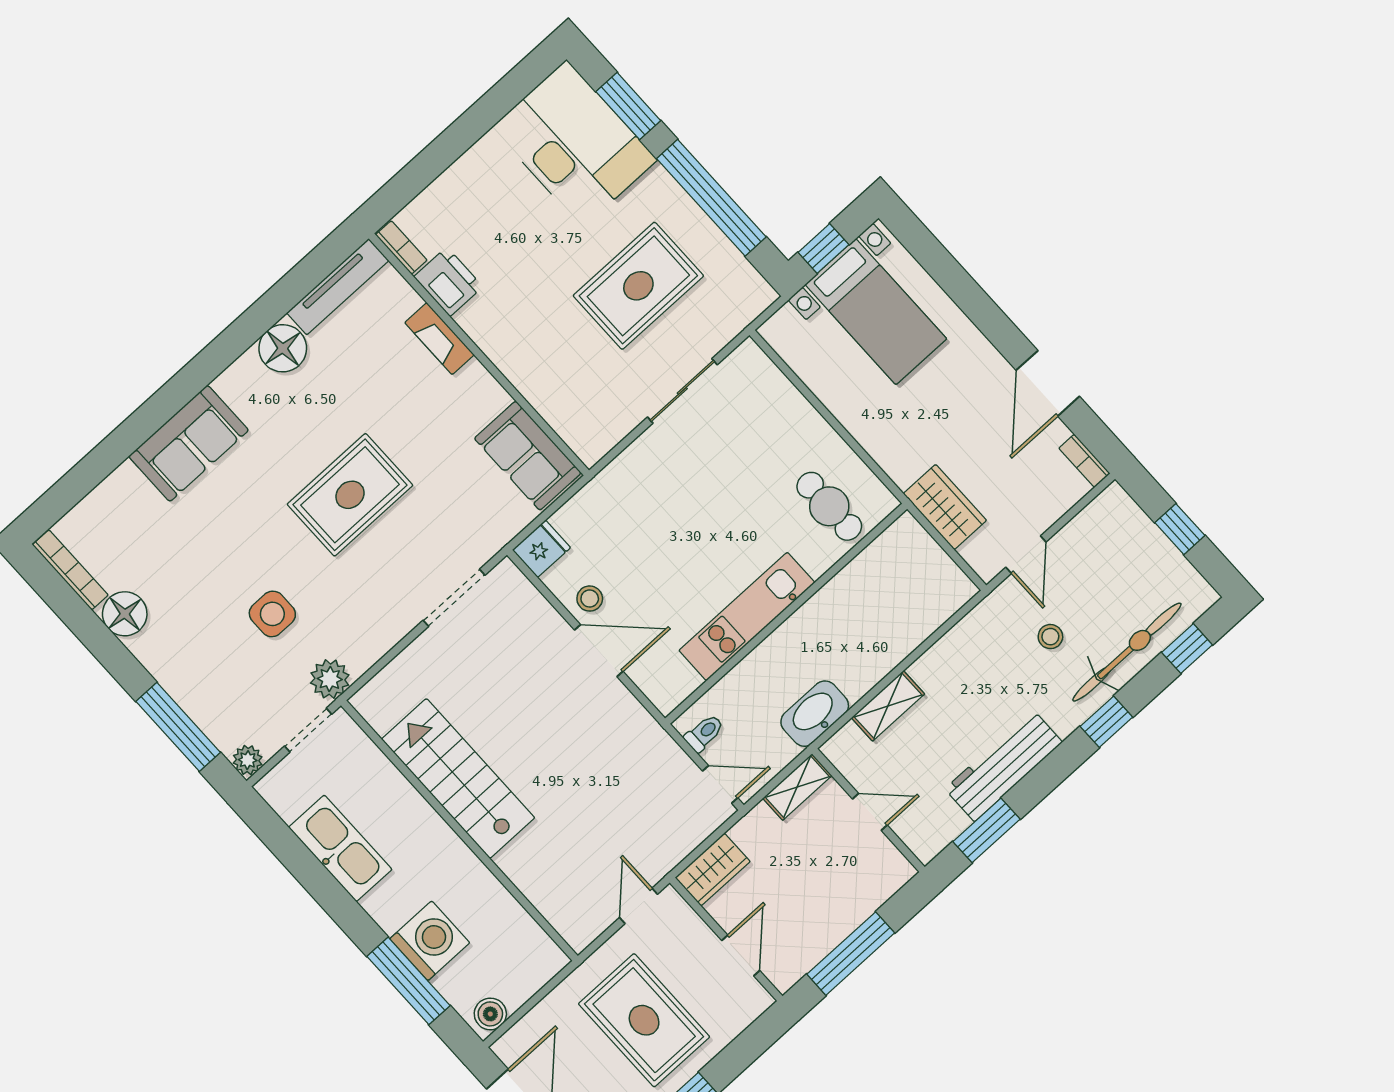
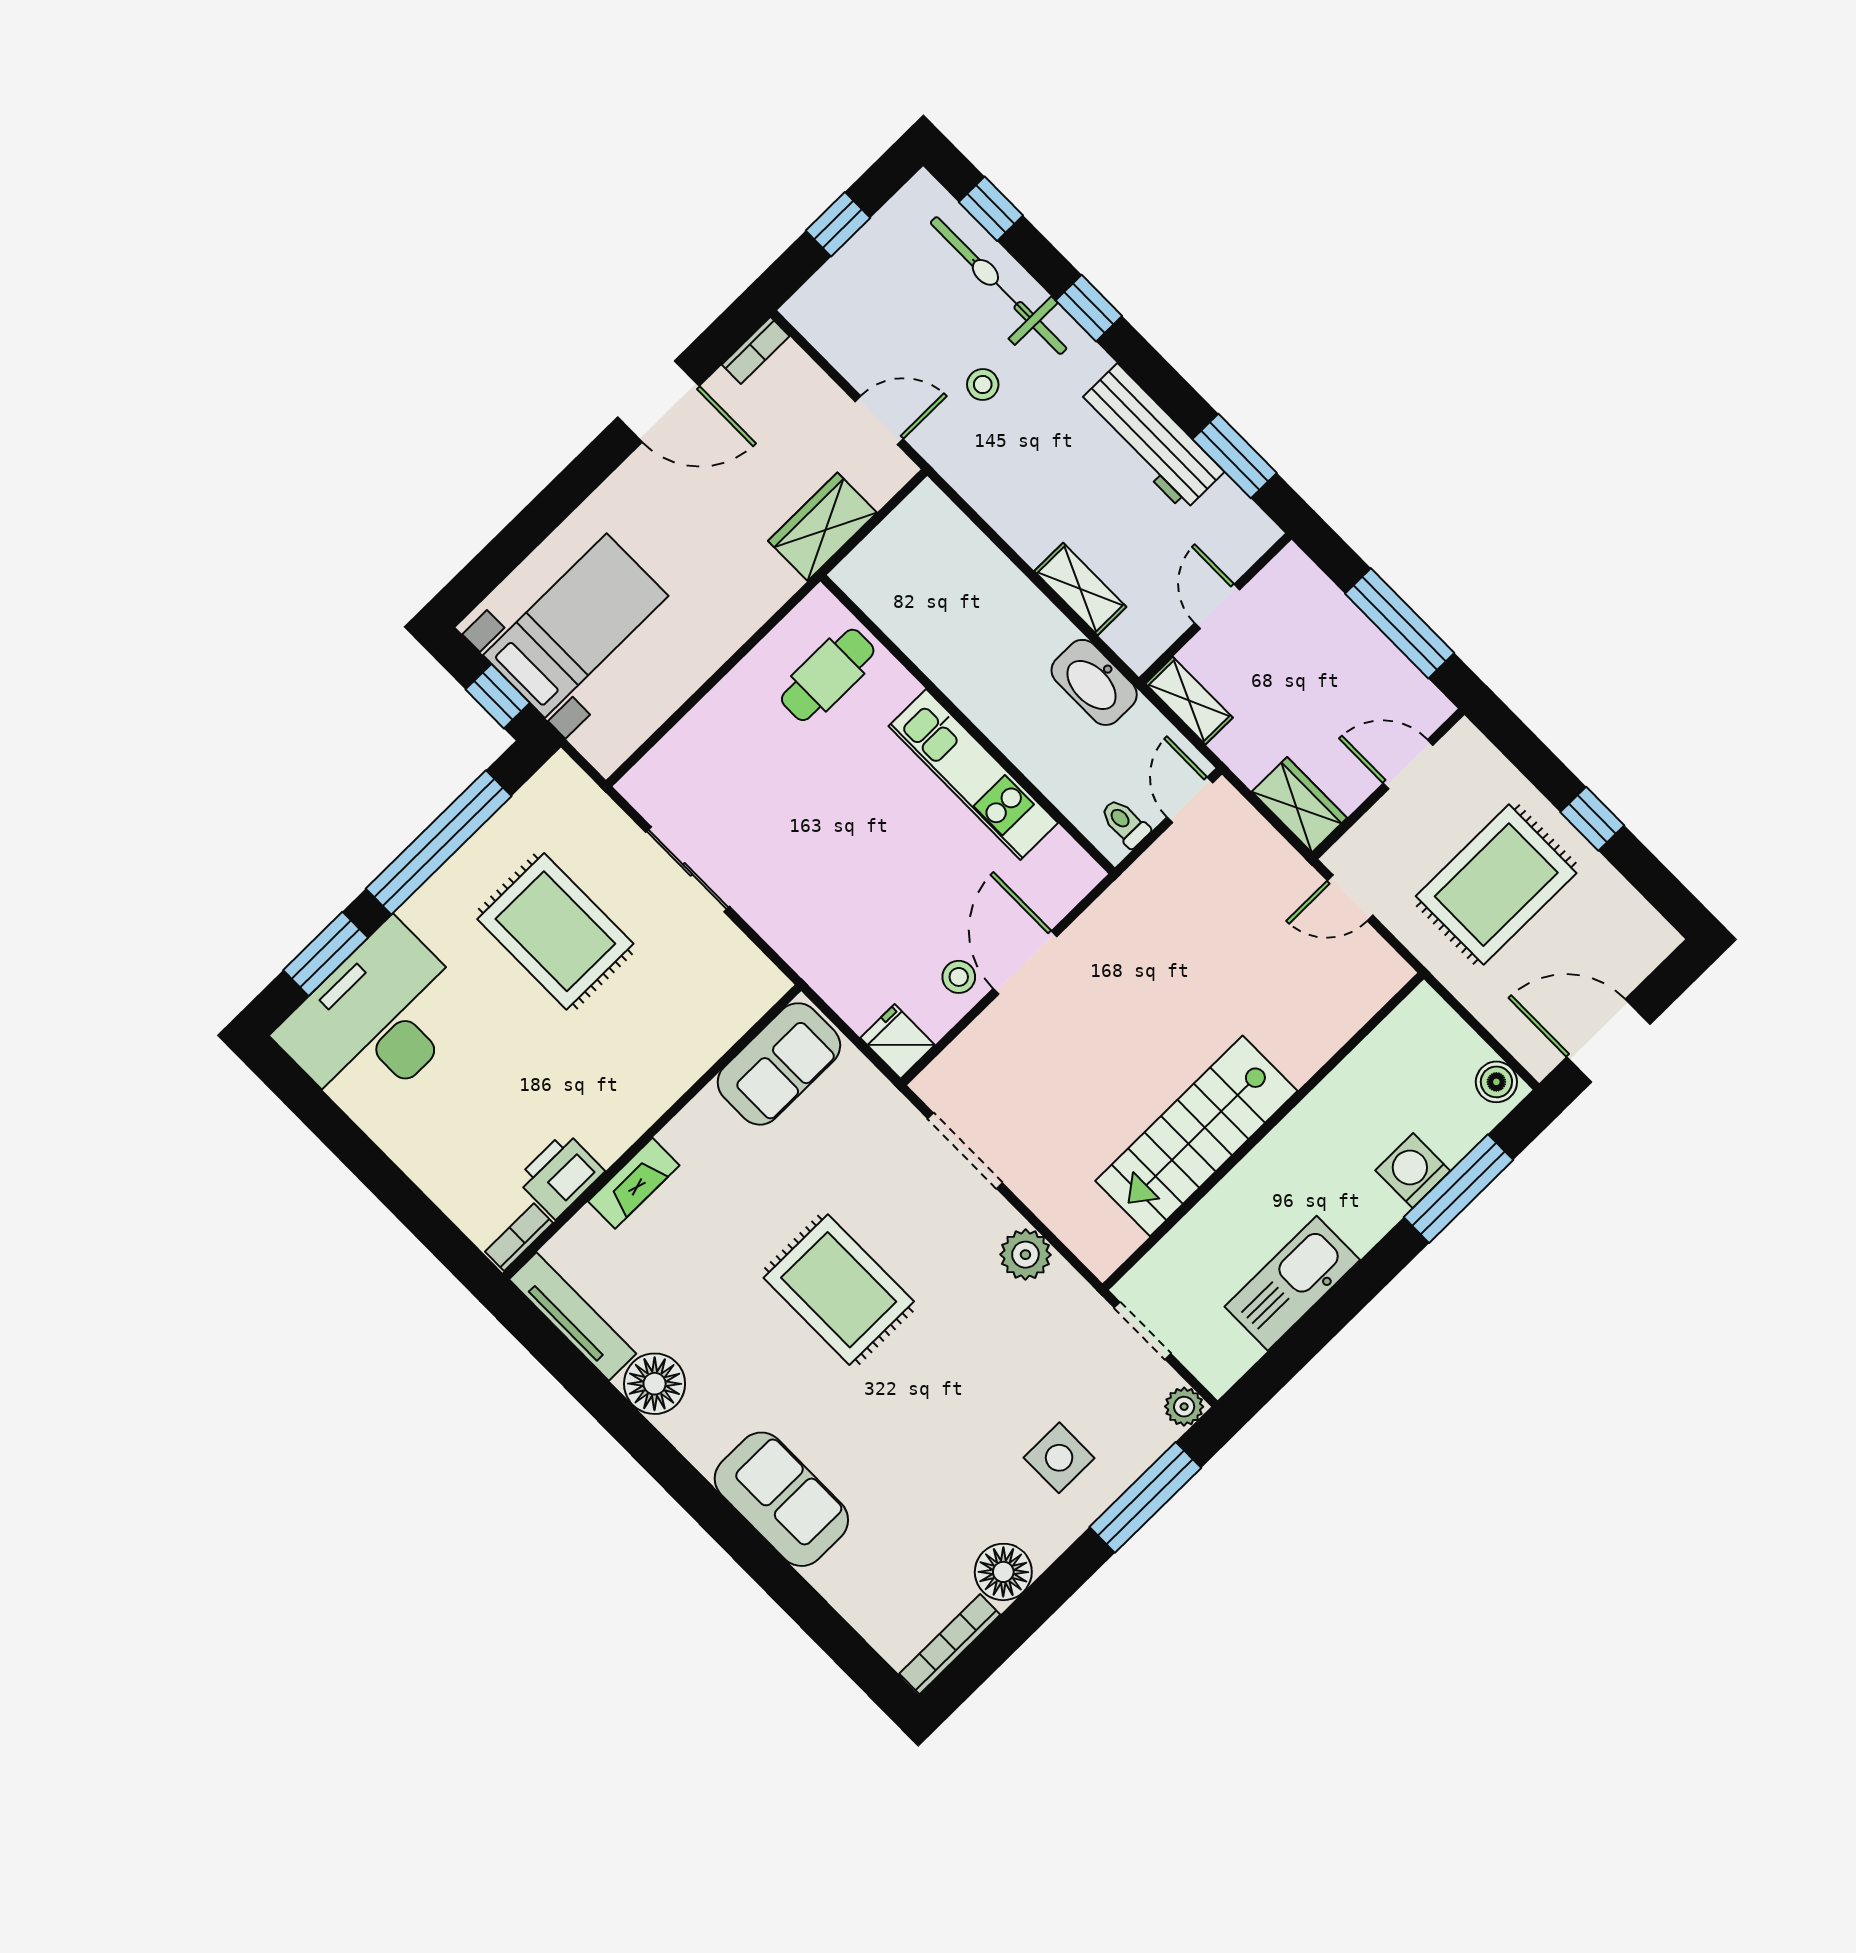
side table: (272, 614) -> (1059, 1458), moved
plant: (330, 679) -> (1025, 1255), moved
washing machine: (430, 941) -> (1413, 1171), width x0.73, depth x0.73

